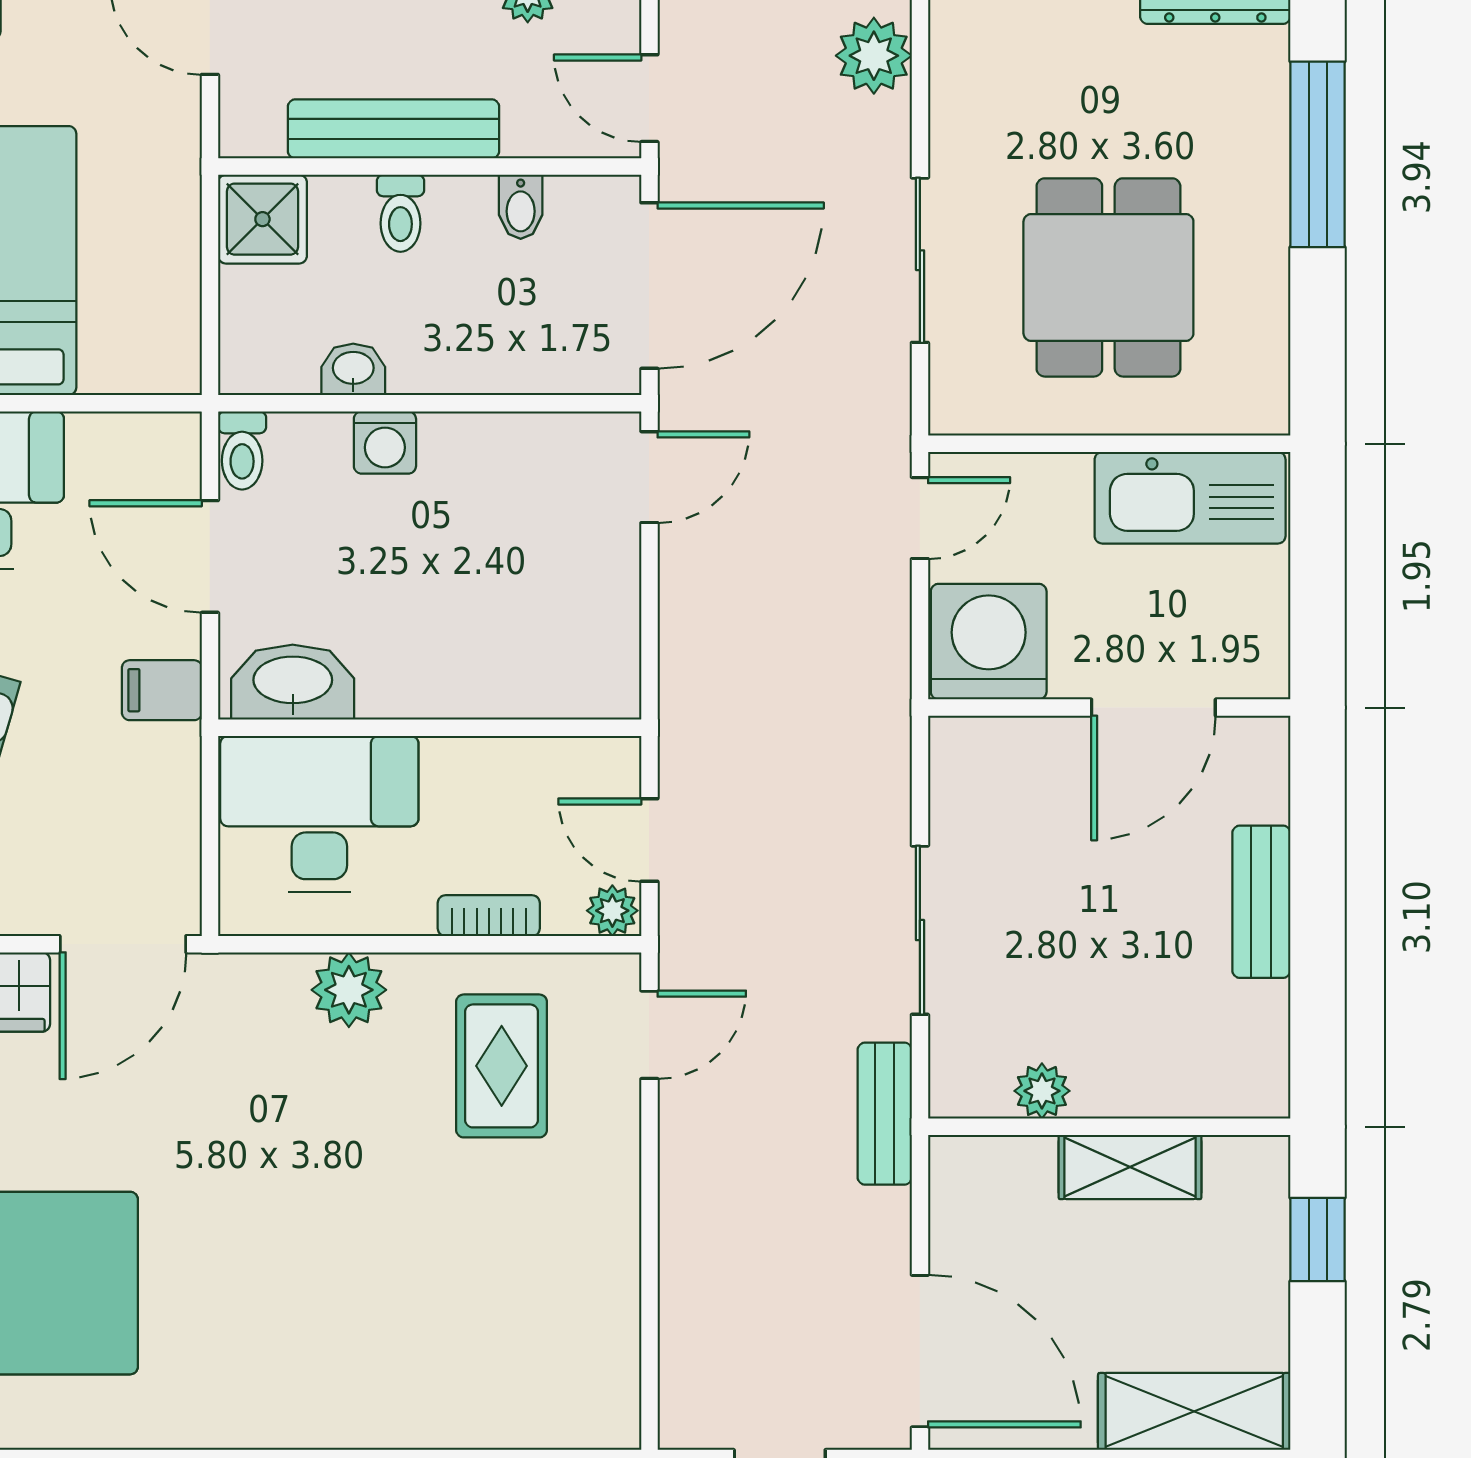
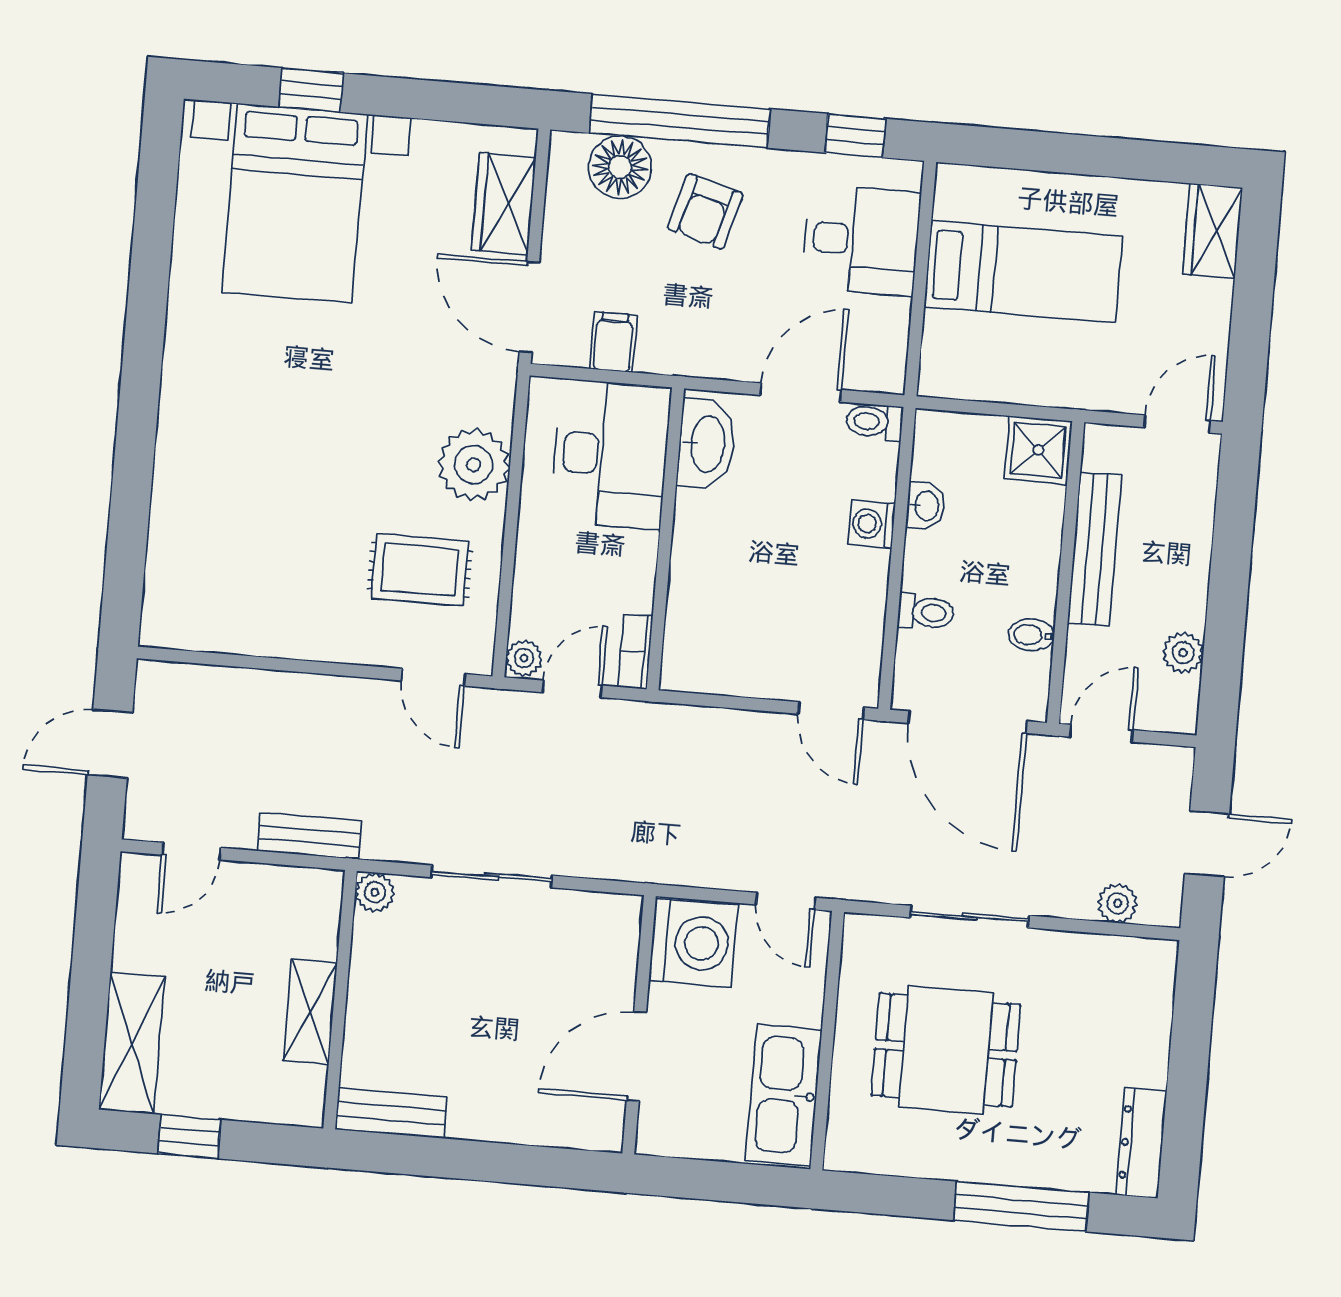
plant: (874, 56) -> (1118, 903), width x0.73, depth x0.73
toilet: (400, 213) -> (926, 612), moved, turned 180
filing cabinet: (162, 690) -> (613, 342), moved
door: (1153, 708) -> (636, 1056), hinge flipped
bench: (1261, 902) -> (391, 1113), moved
bookcase: (489, 916) -> (635, 652), moved, turned 180
plant: (349, 990) -> (474, 465), width x1.36, depth x1.36
plant: (1042, 1091) -> (375, 892), moved
bench: (885, 1114) -> (310, 836), moved
window: (1318, 1239) -> (189, 1137), moved
door: (920, 1351) -> (191, 851), width x0.53

